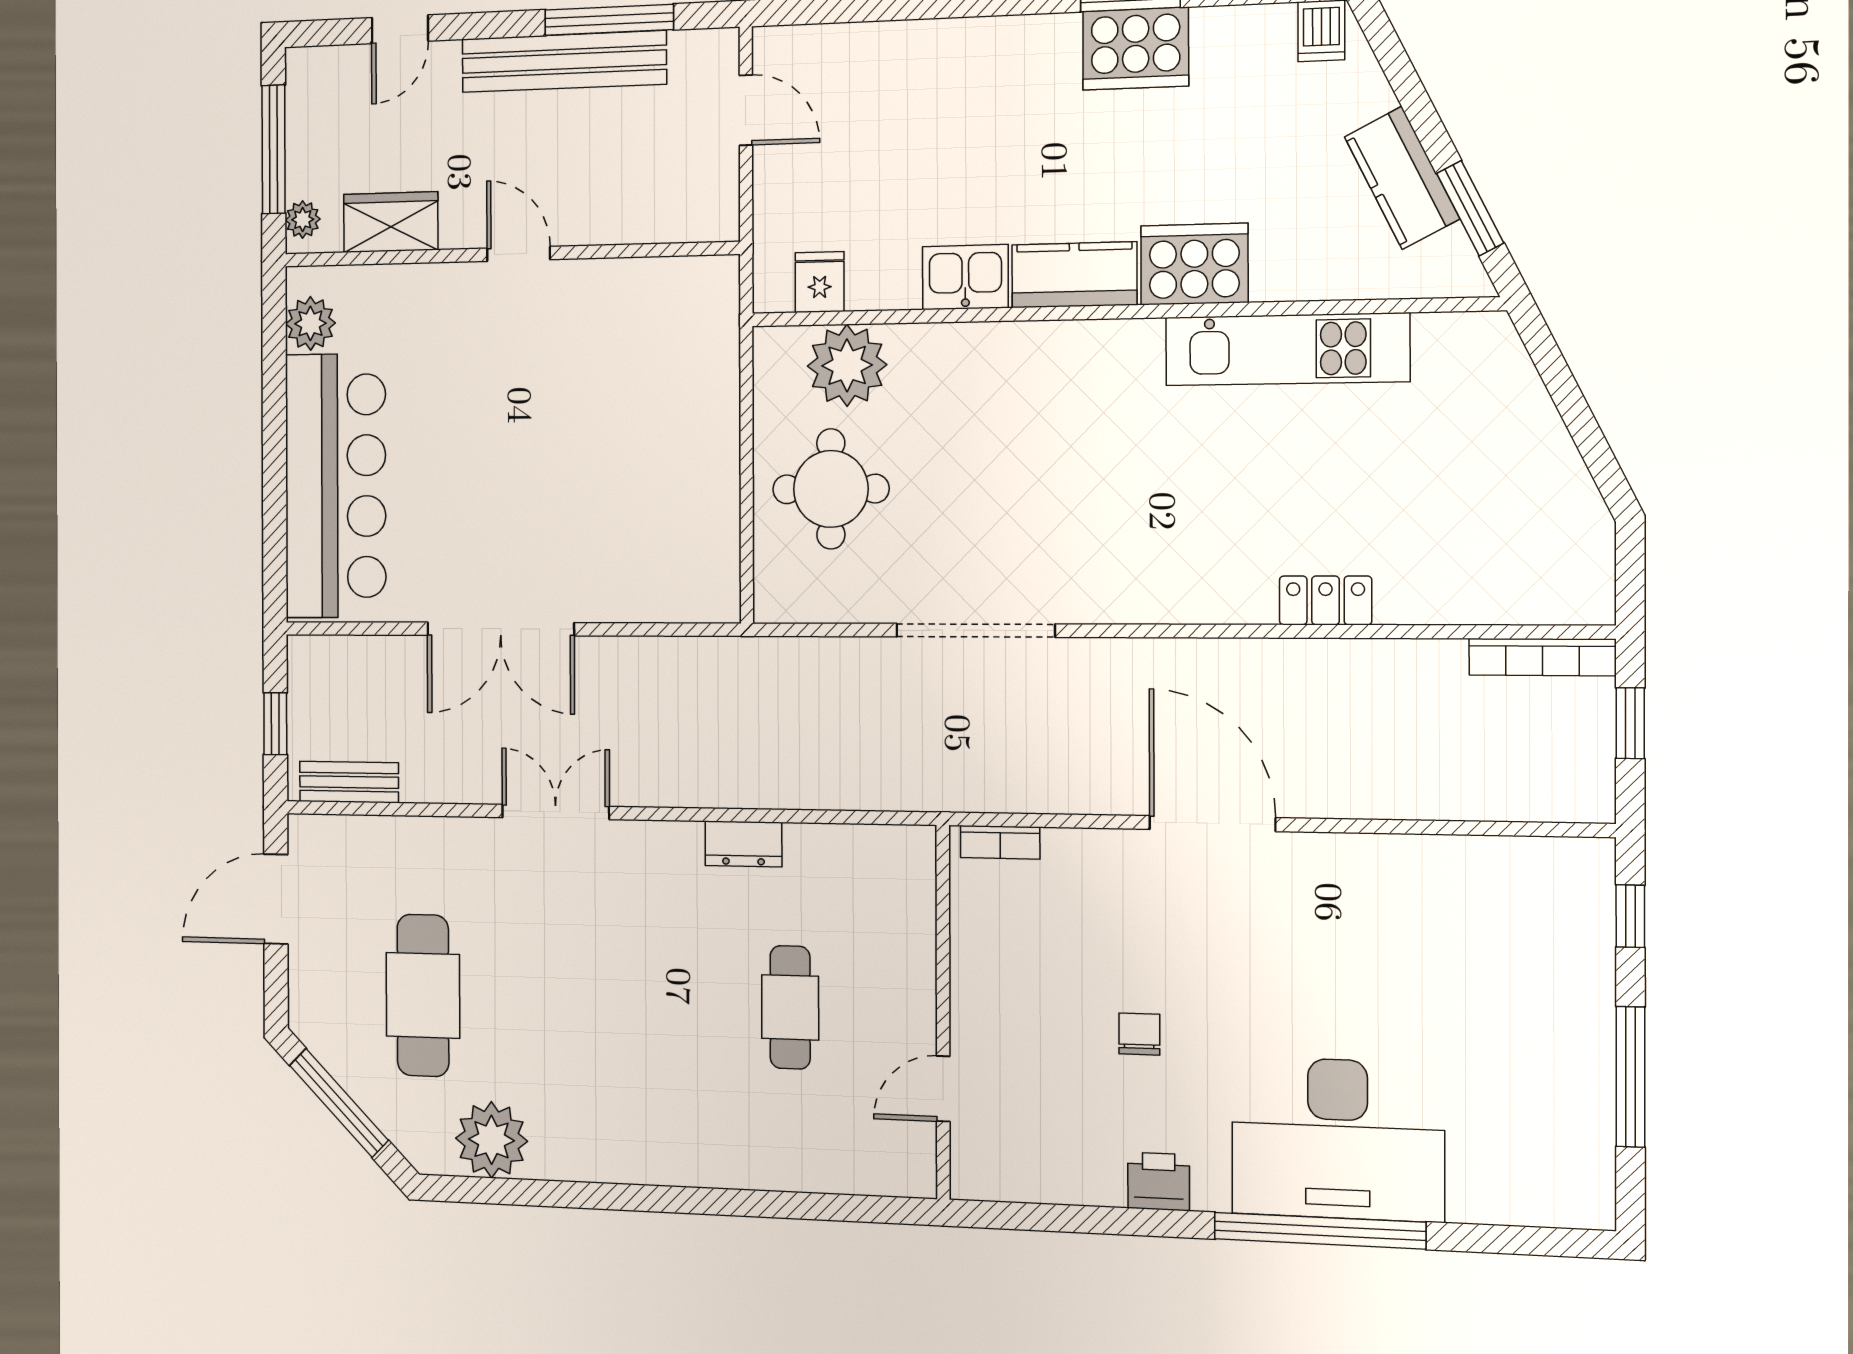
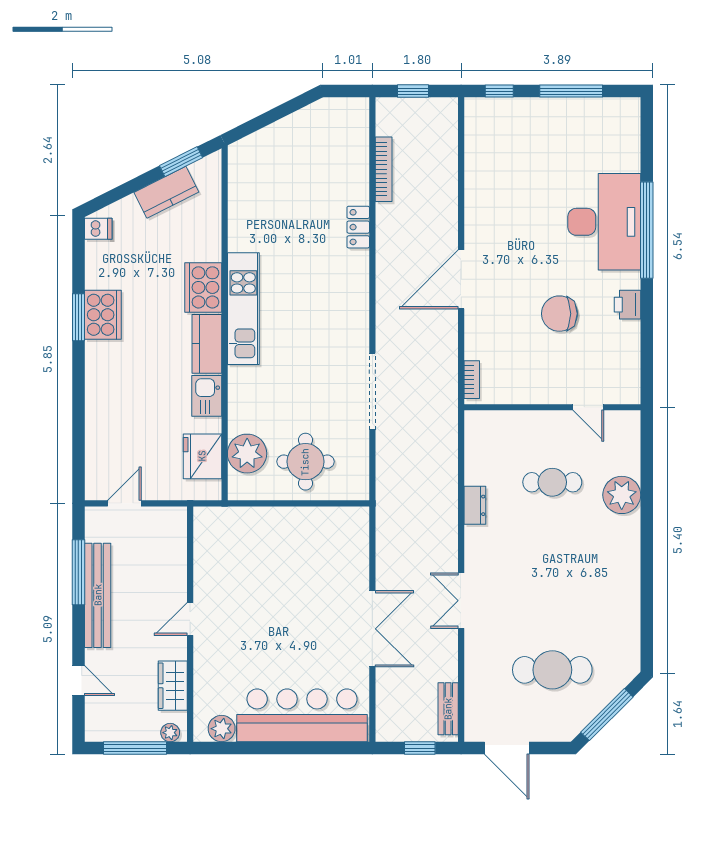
fridge: (820, 282) -> (202, 456), width x1.88, depth x1.34
kitchen unit: (1287, 349) -> (243, 309), moved
bookcase: (1542, 657) -> (384, 169), moved
chair: (1139, 1034) -> (559, 314), width x1.87, depth x1.87
plant: (491, 1140) -> (622, 495), moved

